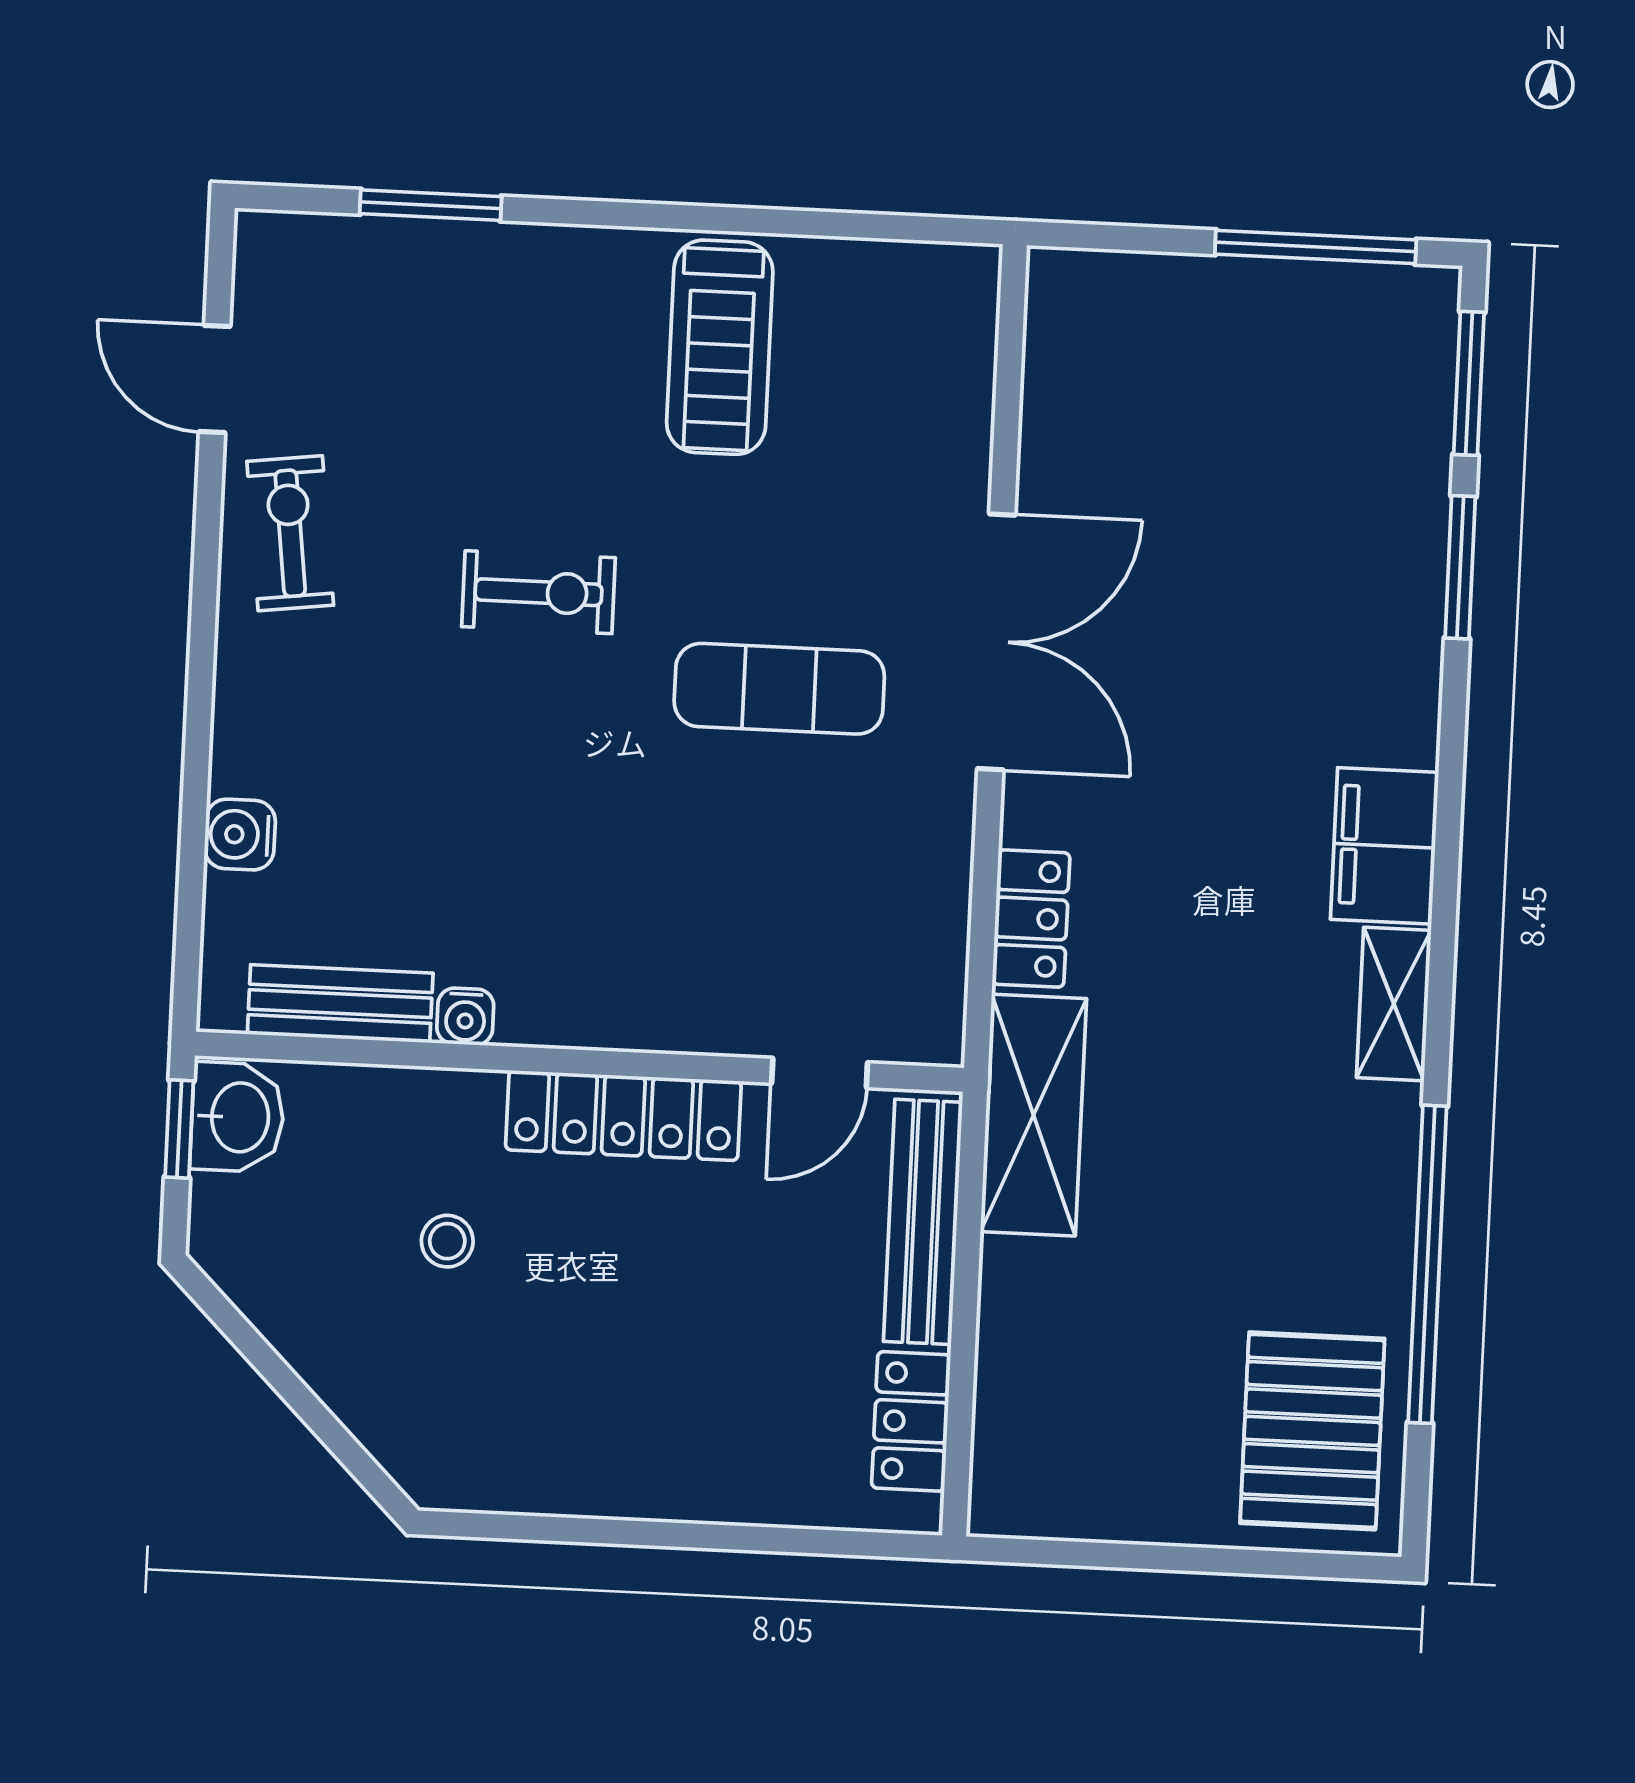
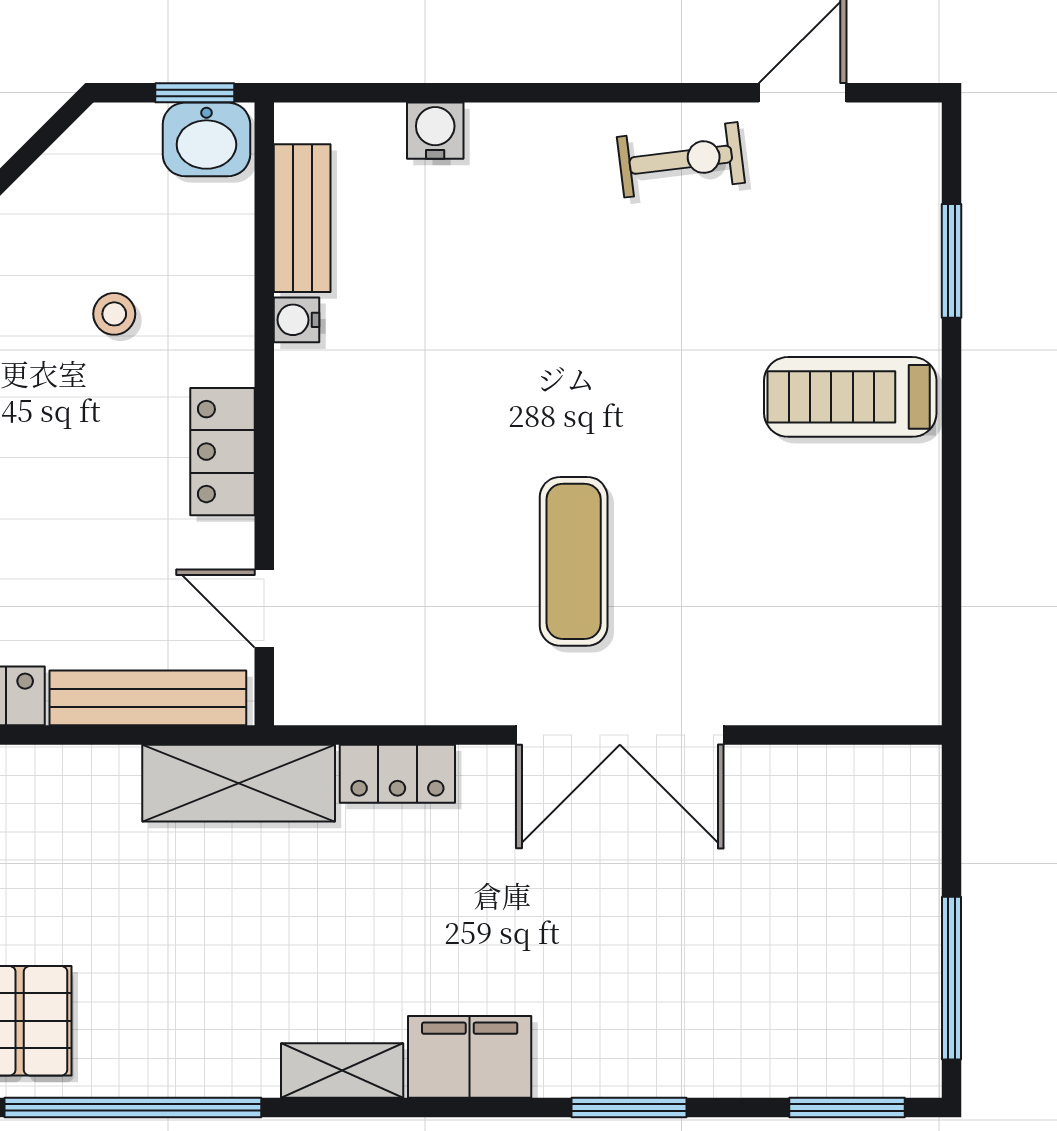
treadmill: (720, 347) -> (850, 397), moved
window: (1460, 567) -> (629, 1107), moved
exercise bike: (539, 592) -> (643, 363), removed
locker: (623, 1116) -> (223, 452), width x0.66

